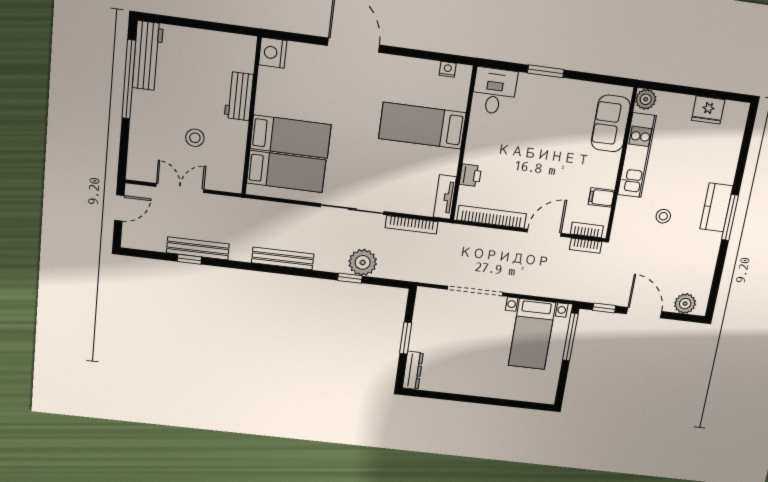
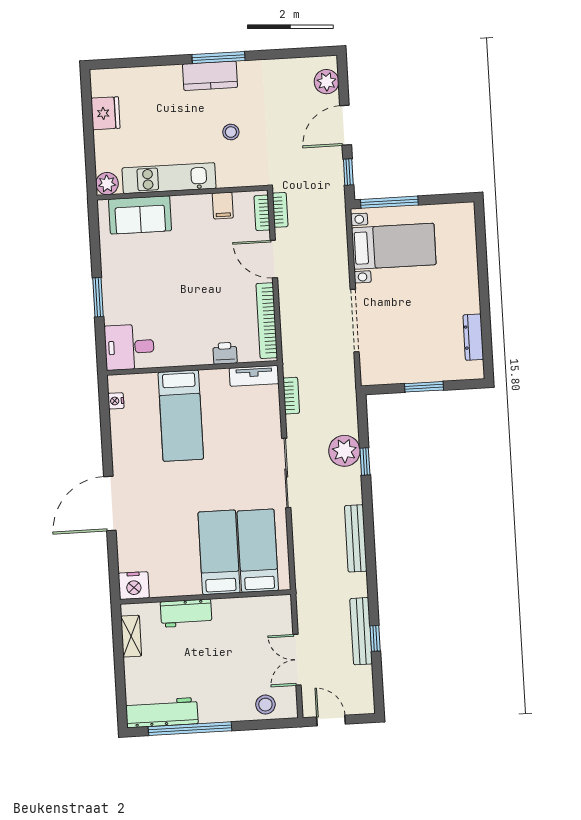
shelving: (225, 41) -> (131, 636), added
stool: (195, 138) -> (265, 705), moved
bookcase: (412, 225) -> (291, 396), width x0.64
dresser: (413, 370) -> (473, 337), moved, turned -90

